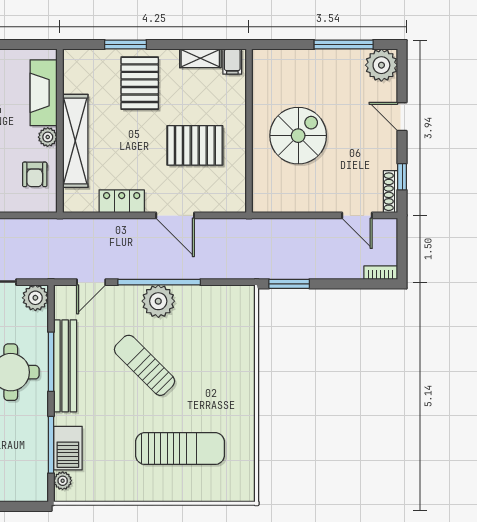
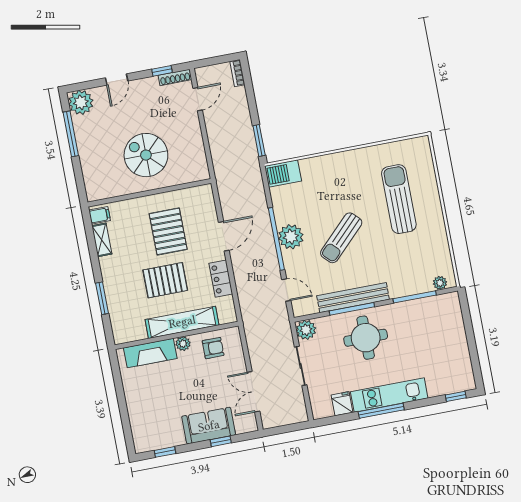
pallet: (140, 83) -> (165, 280), moved
barbecue: (68, 448) -> (283, 174), moved, turned 180

